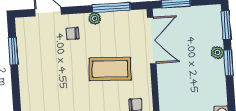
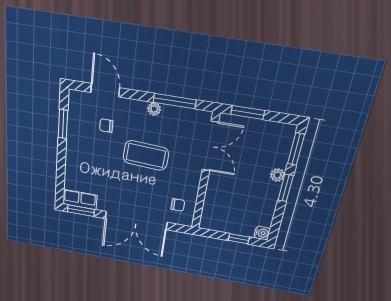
chair: (72, 34) -> (106, 126), moved
coffee table: (110, 69) -> (146, 155), moved

